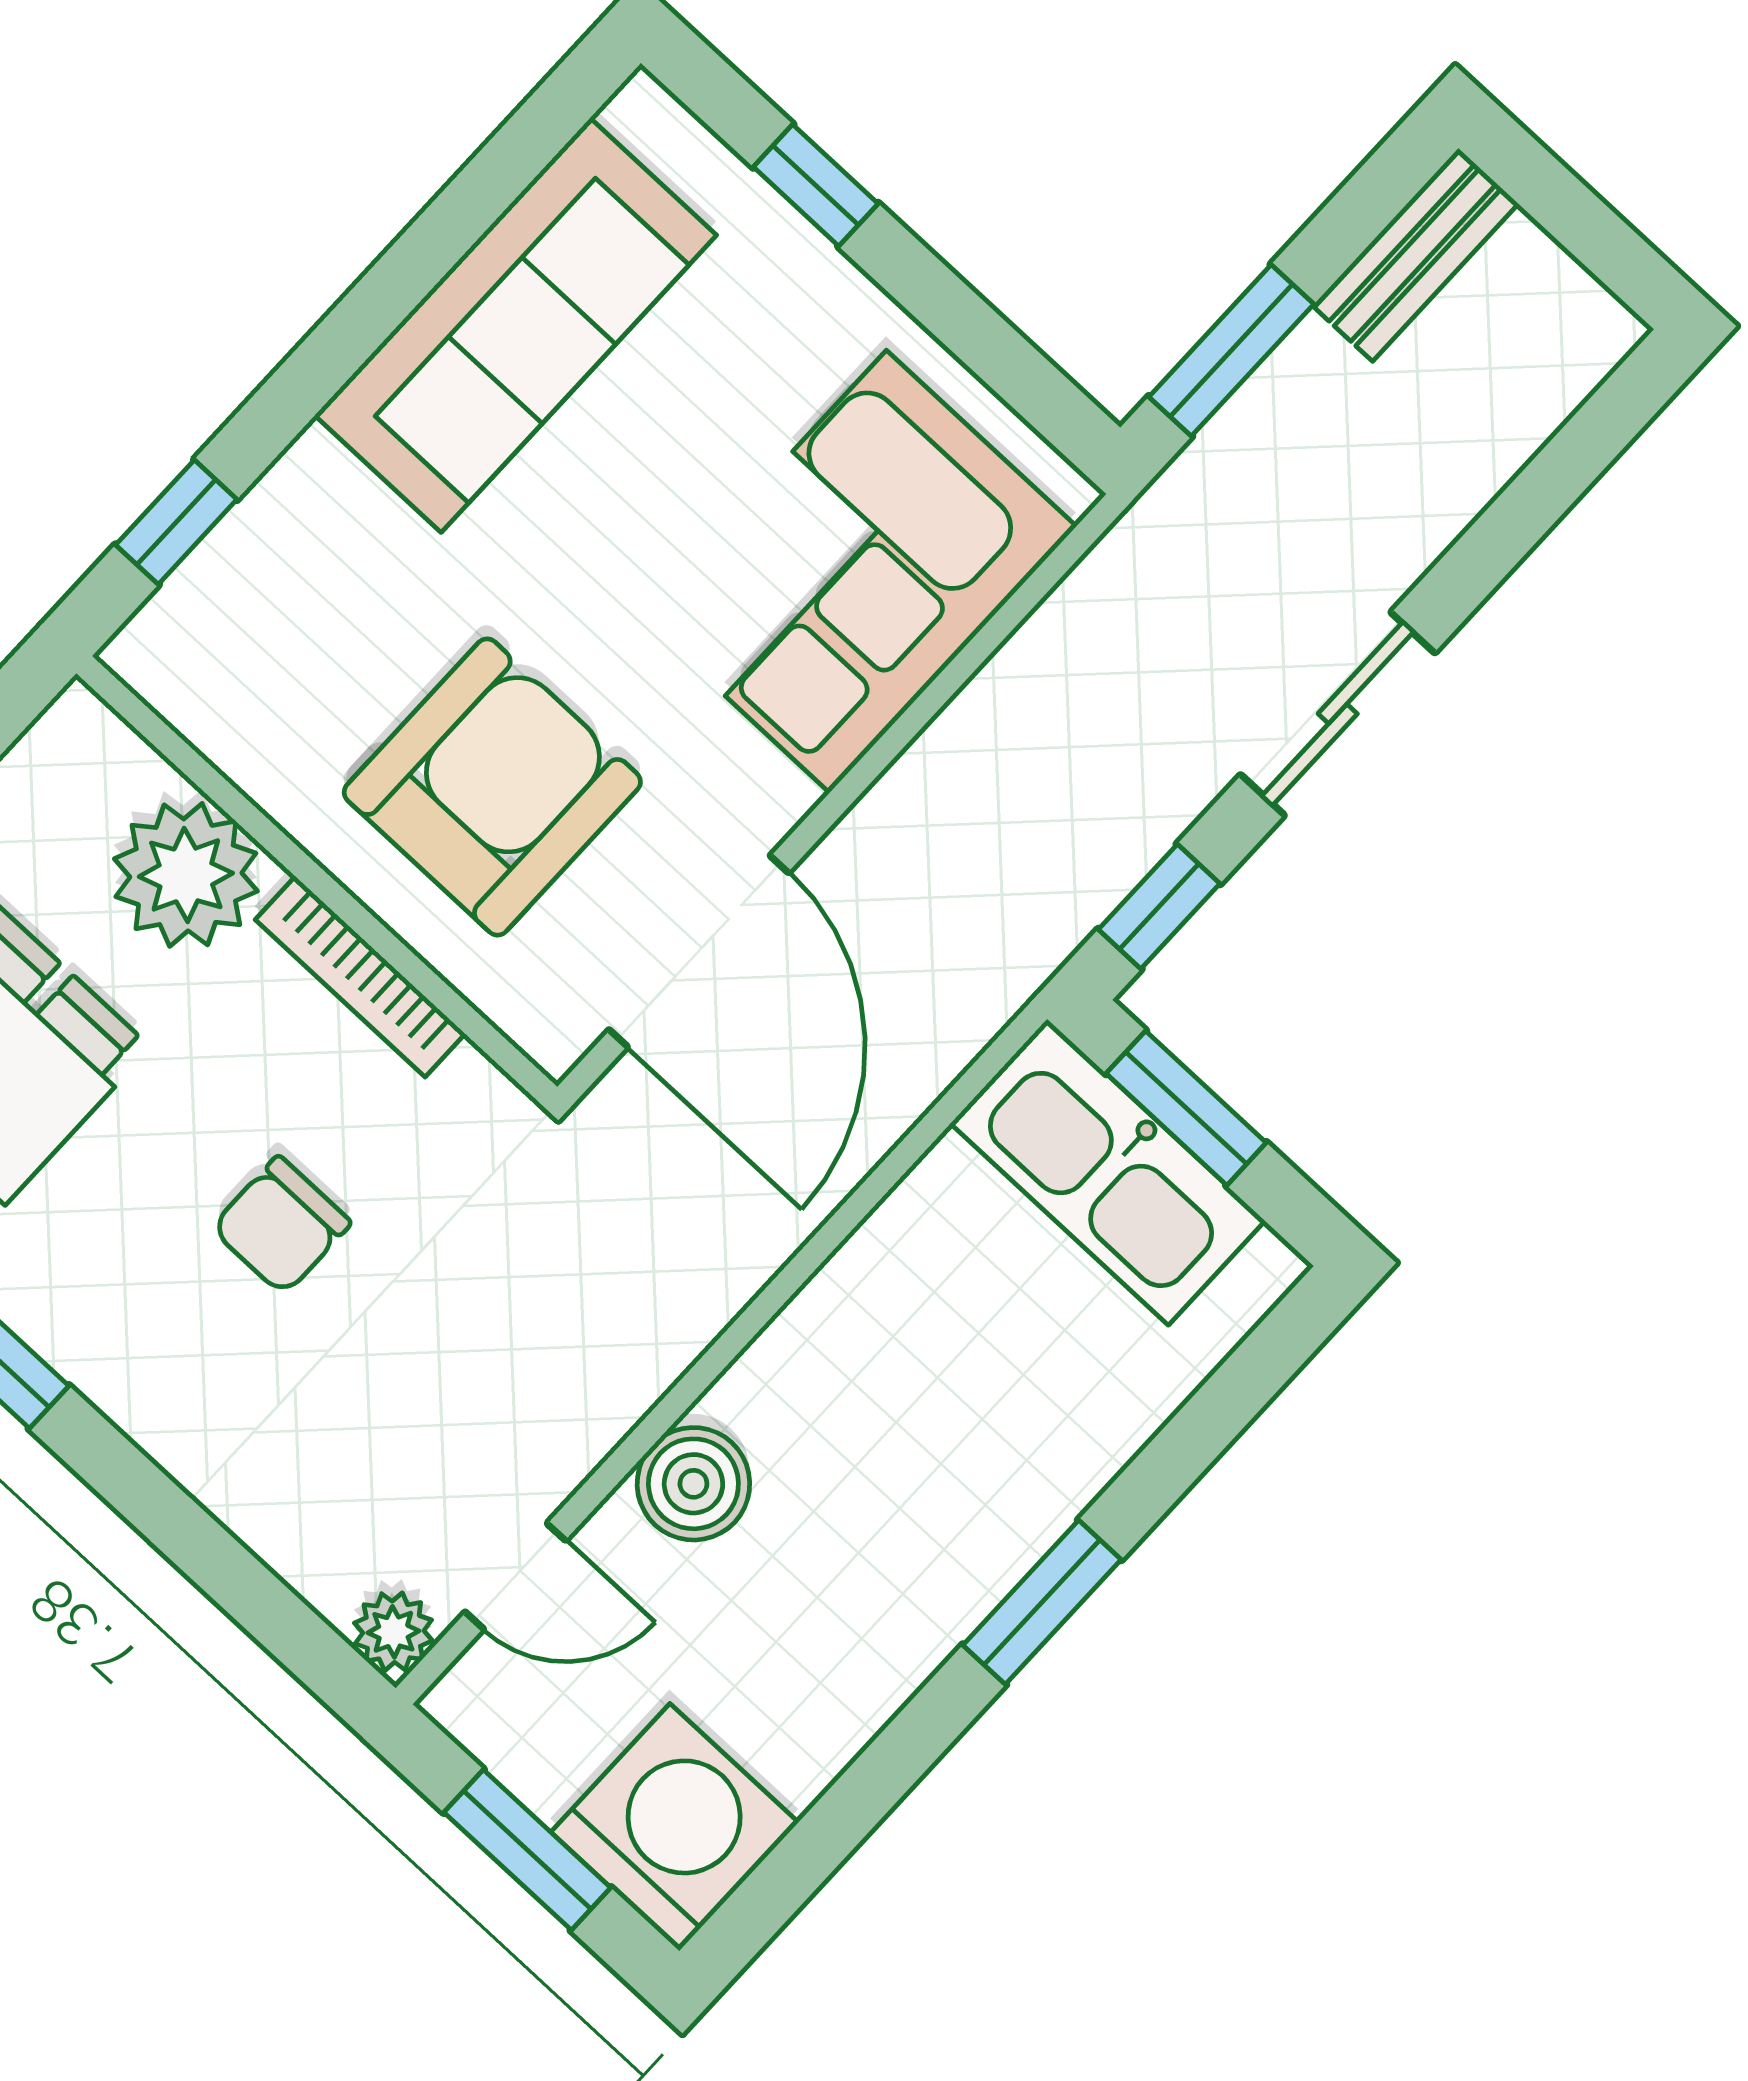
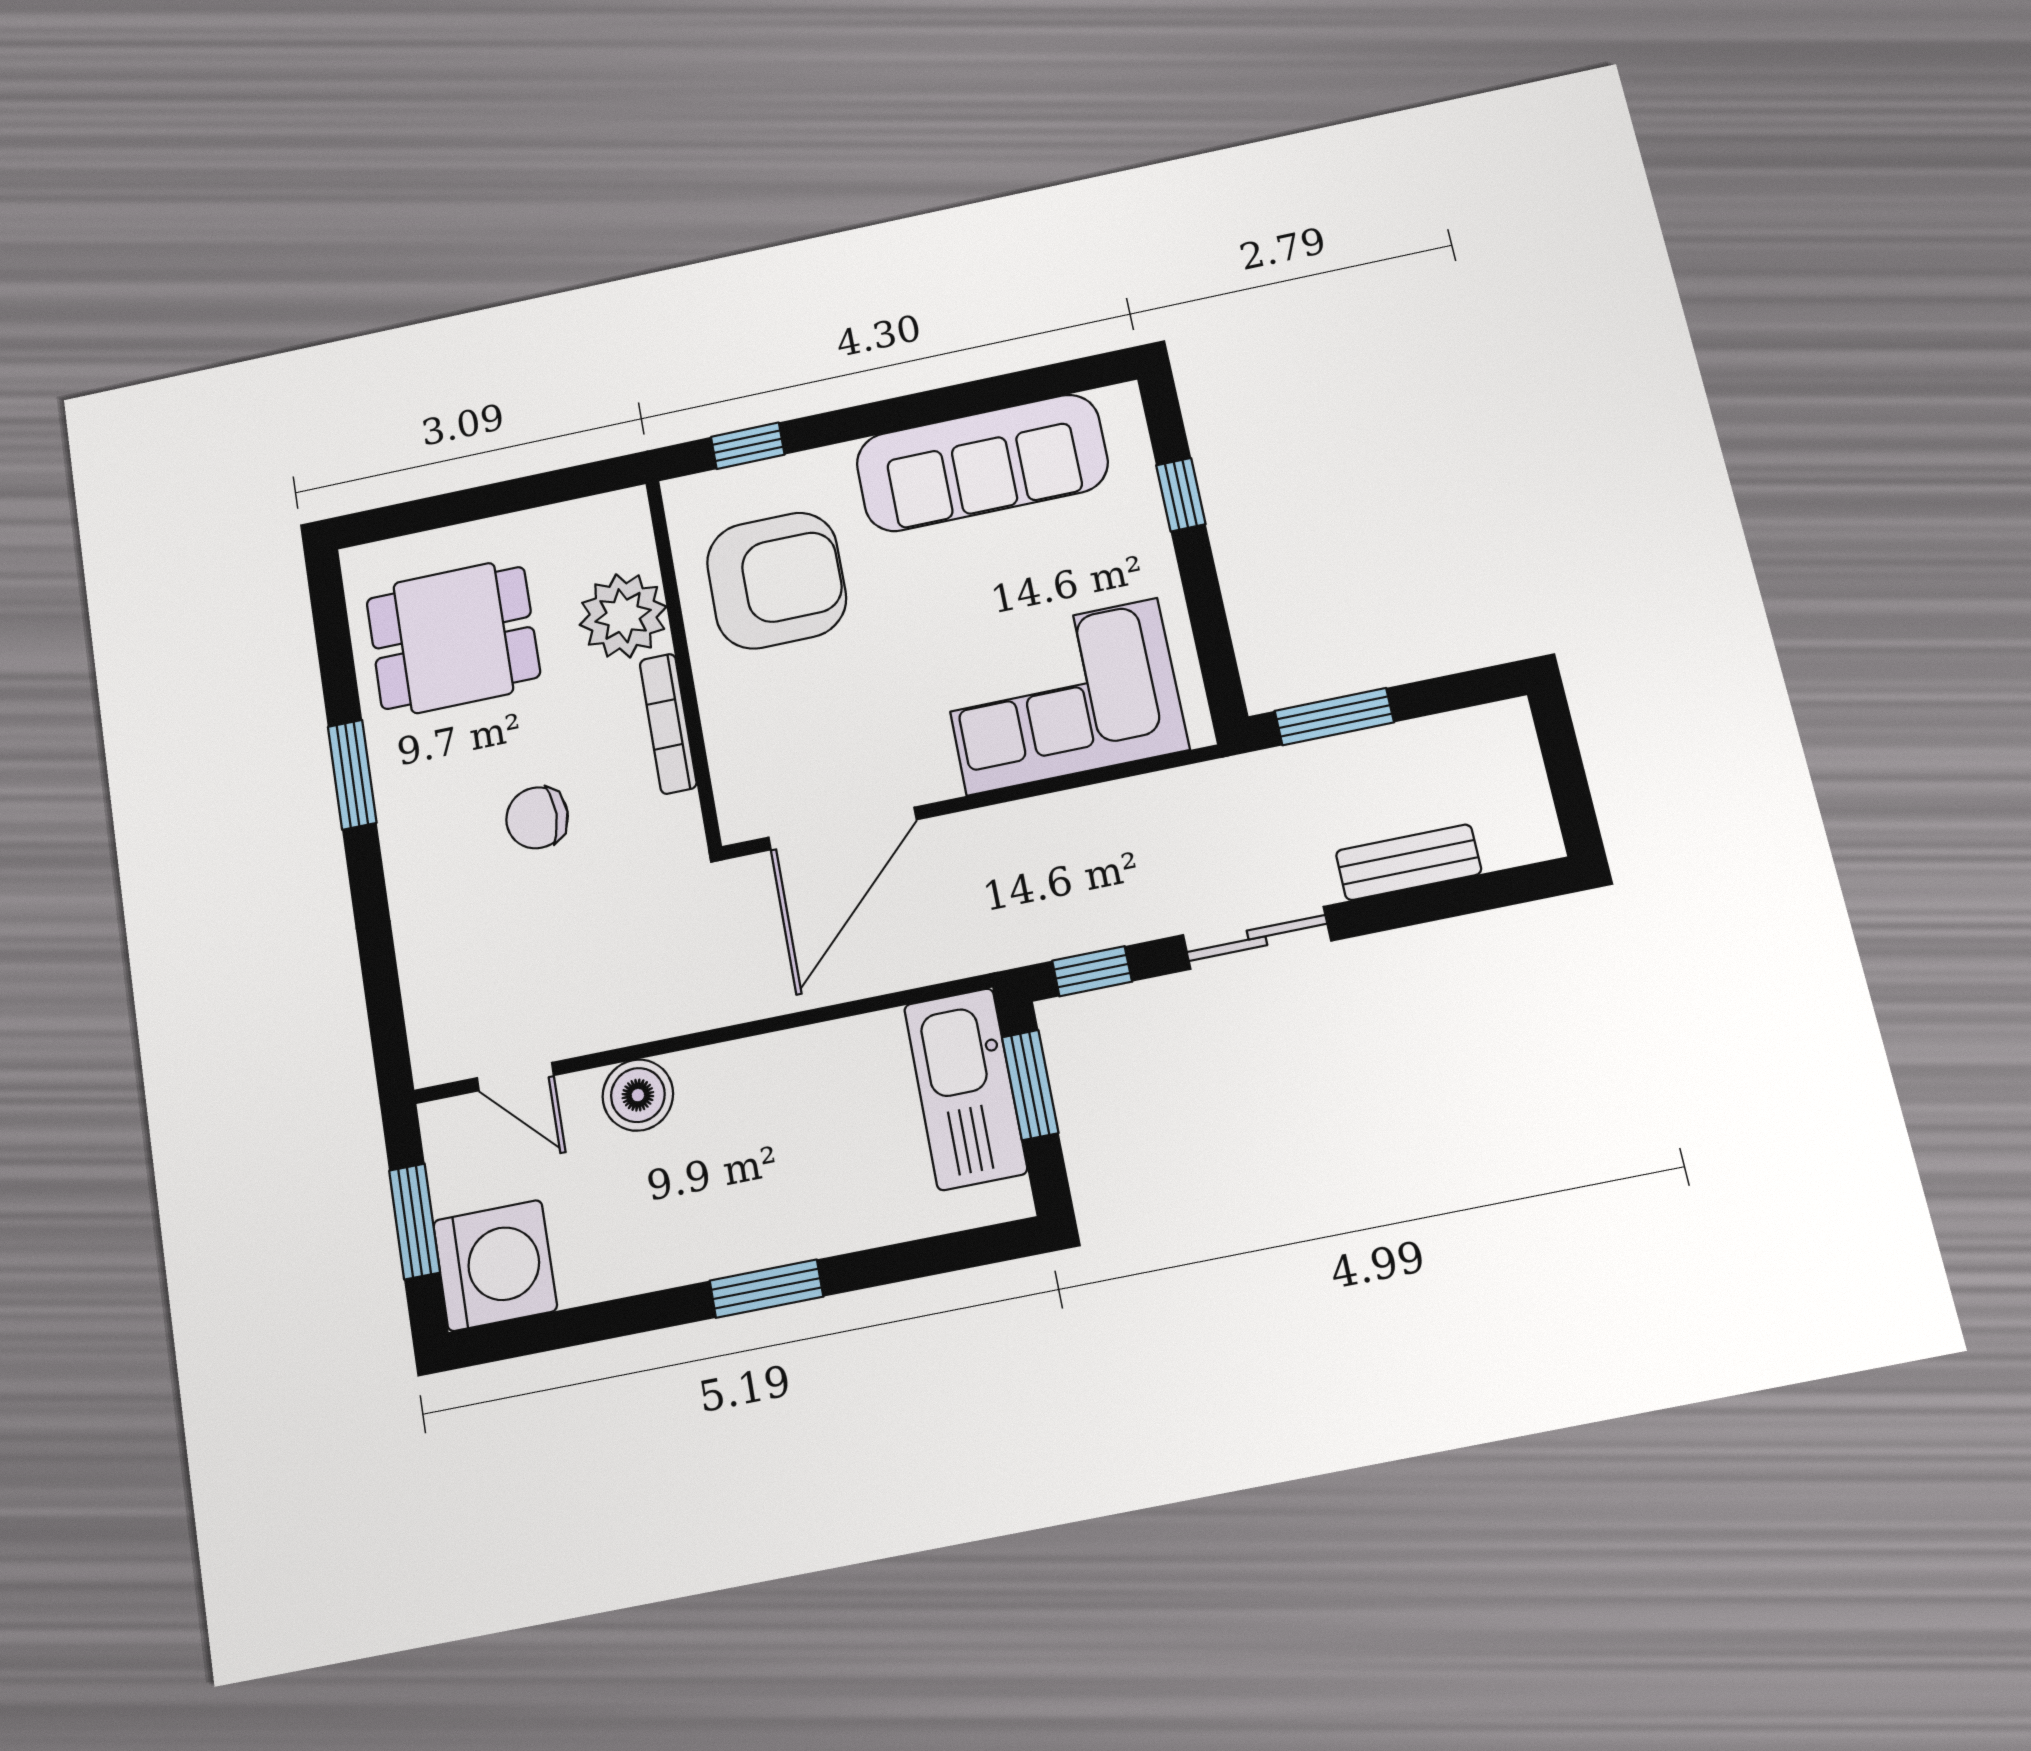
bench: (1415, 255) -> (1409, 862), moved
armchair: (492, 787) -> (776, 580), moved
plant: (393, 1632) -> (435, 1060), removed

